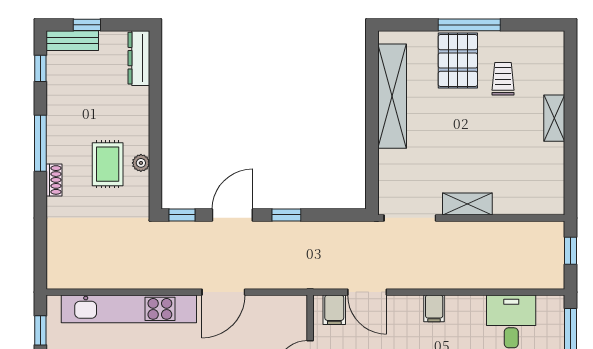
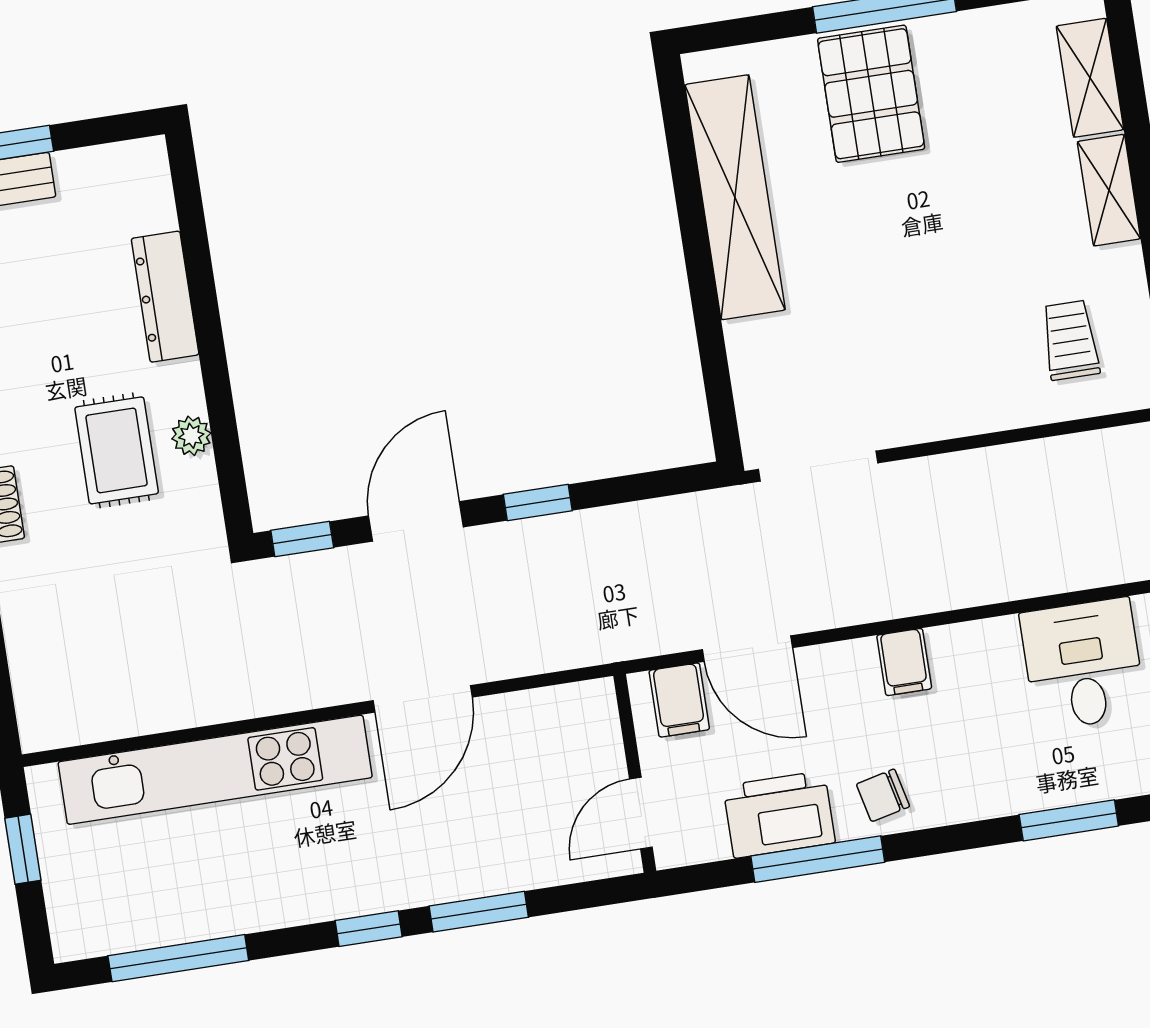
dresser: (139, 58) -> (165, 297), moved
trolley: (503, 79) -> (1070, 340), moved
shelving: (467, 204) -> (1090, 78), moved, turned 90

